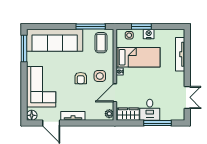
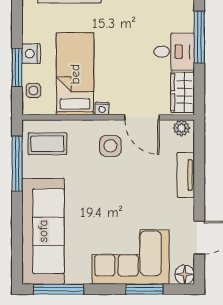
armchair: (81, 78) -> (114, 182), removed
window: (24, 94) -> (145, 289), added
tv unit: (73, 116) -> (186, 175), moved

